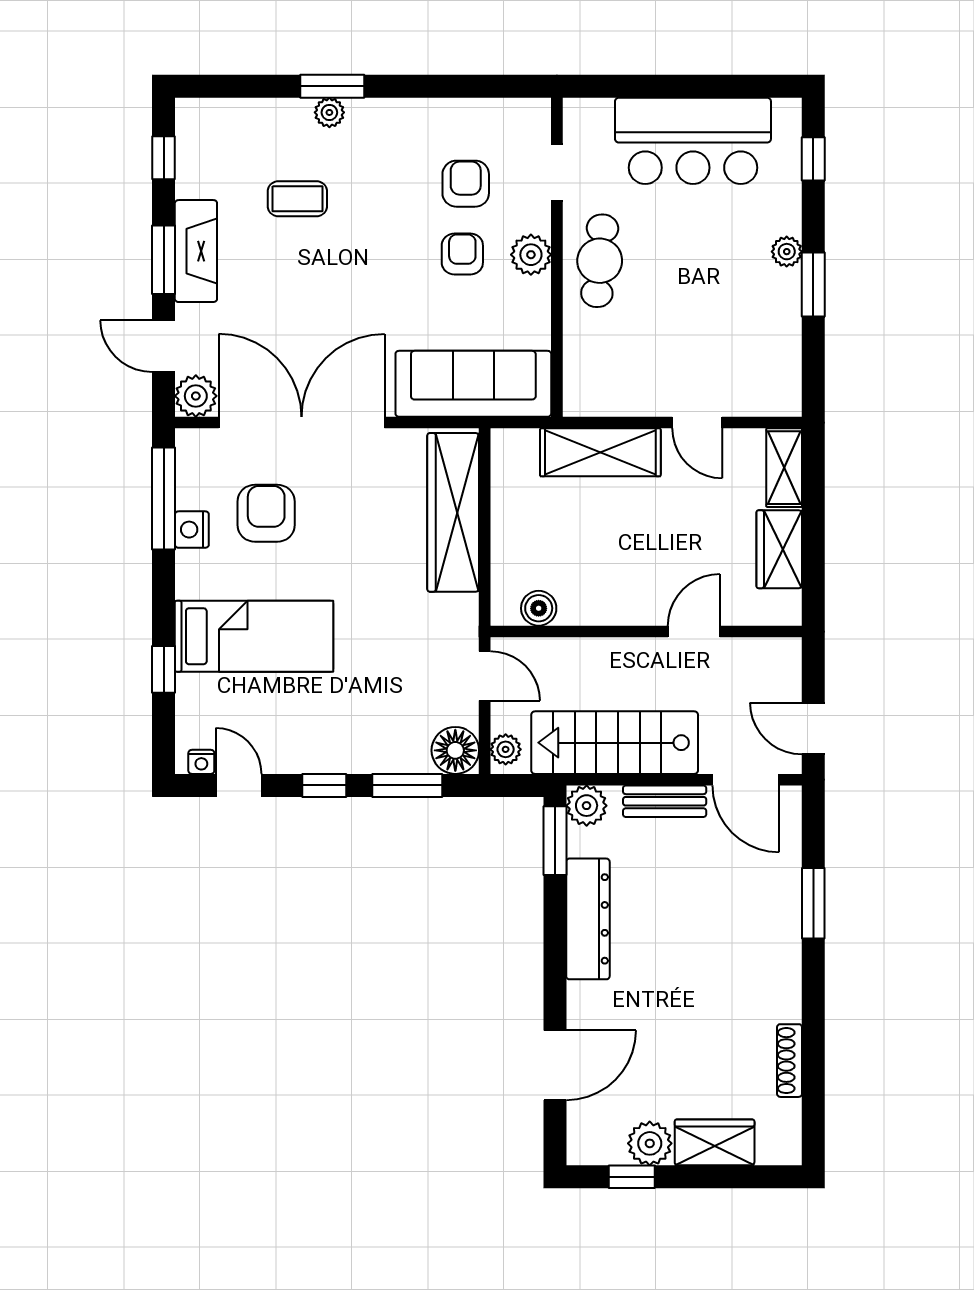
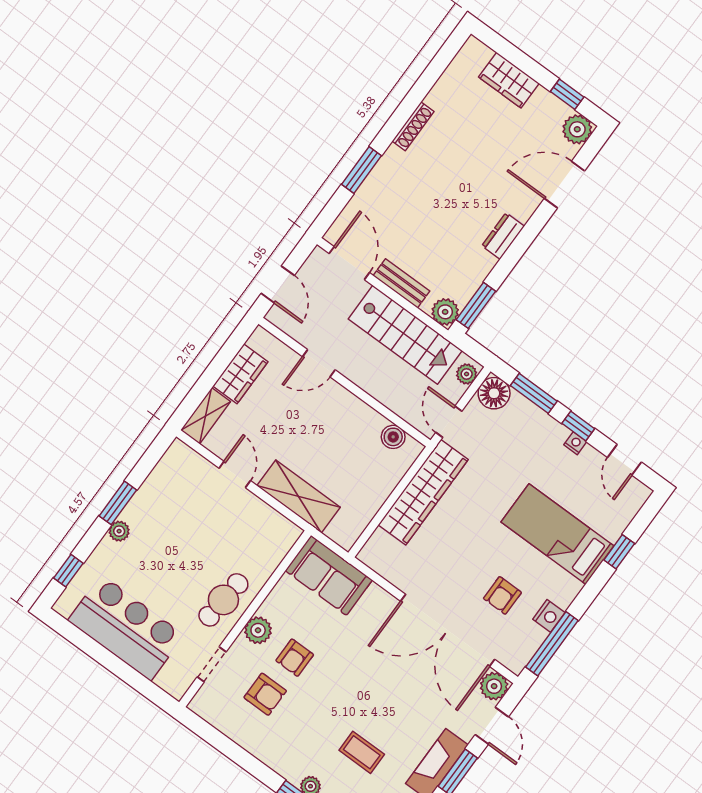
armchair: (466, 184) -> (265, 694), turned -90
sofa: (473, 384) -> (329, 575), width x0.73
wardrobe: (453, 512) -> (423, 492), moved
armchair: (266, 513) -> (502, 595), width x0.72, depth x0.72
door: (813, 729) -> (278, 284), moved
nightstand: (201, 762) -> (575, 443), moved
dresser: (588, 919) -> (503, 236), width x0.51, depth x0.80
shoe rack: (790, 1061) -> (413, 126), moved
plant: (650, 1143) -> (577, 129), moved

